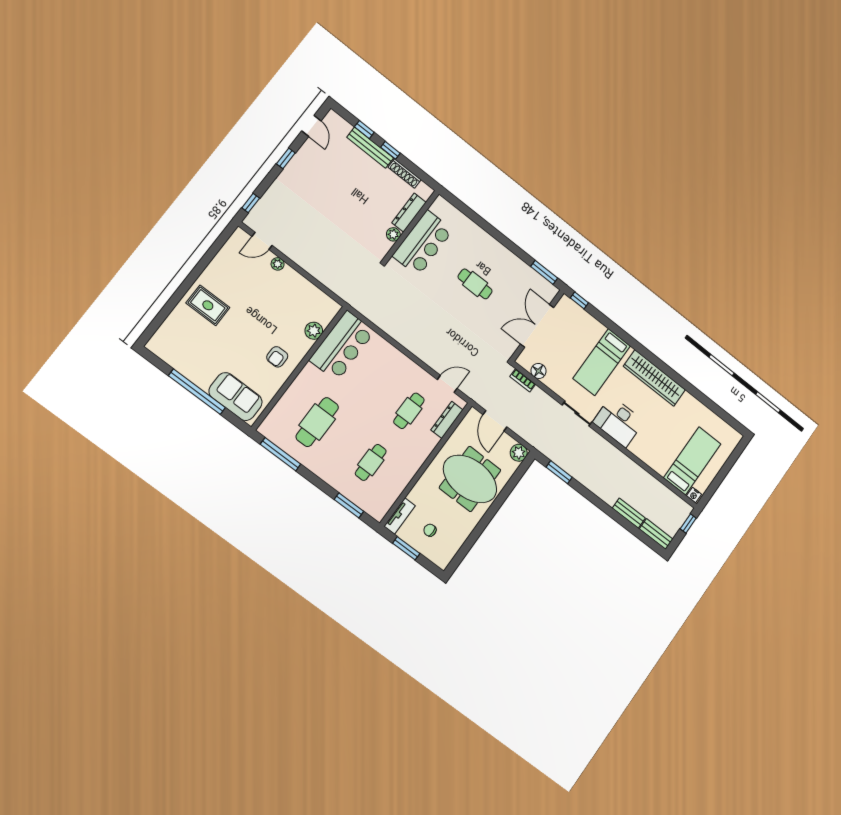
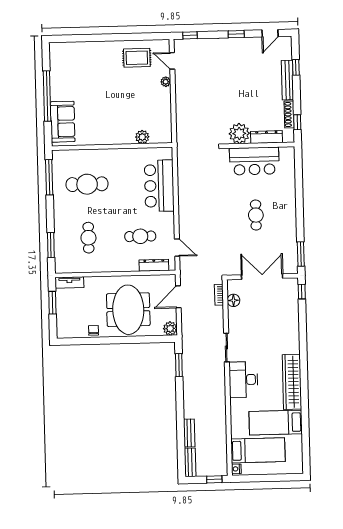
window: (390, 150) -> (297, 122), moved
plant: (393, 234) -> (239, 133), width x1.87, depth x1.87
rug: (208, 305) -> (137, 58), moved, turned 90
bar counter: (342, 346) -> (159, 186), moved, turned 90
armchair: (277, 357) -> (108, 127), removed
bed: (602, 362) -> (276, 423), moved
cafe table: (371, 462) -> (88, 238), turned 90
chair: (430, 530) -> (94, 330), moved

